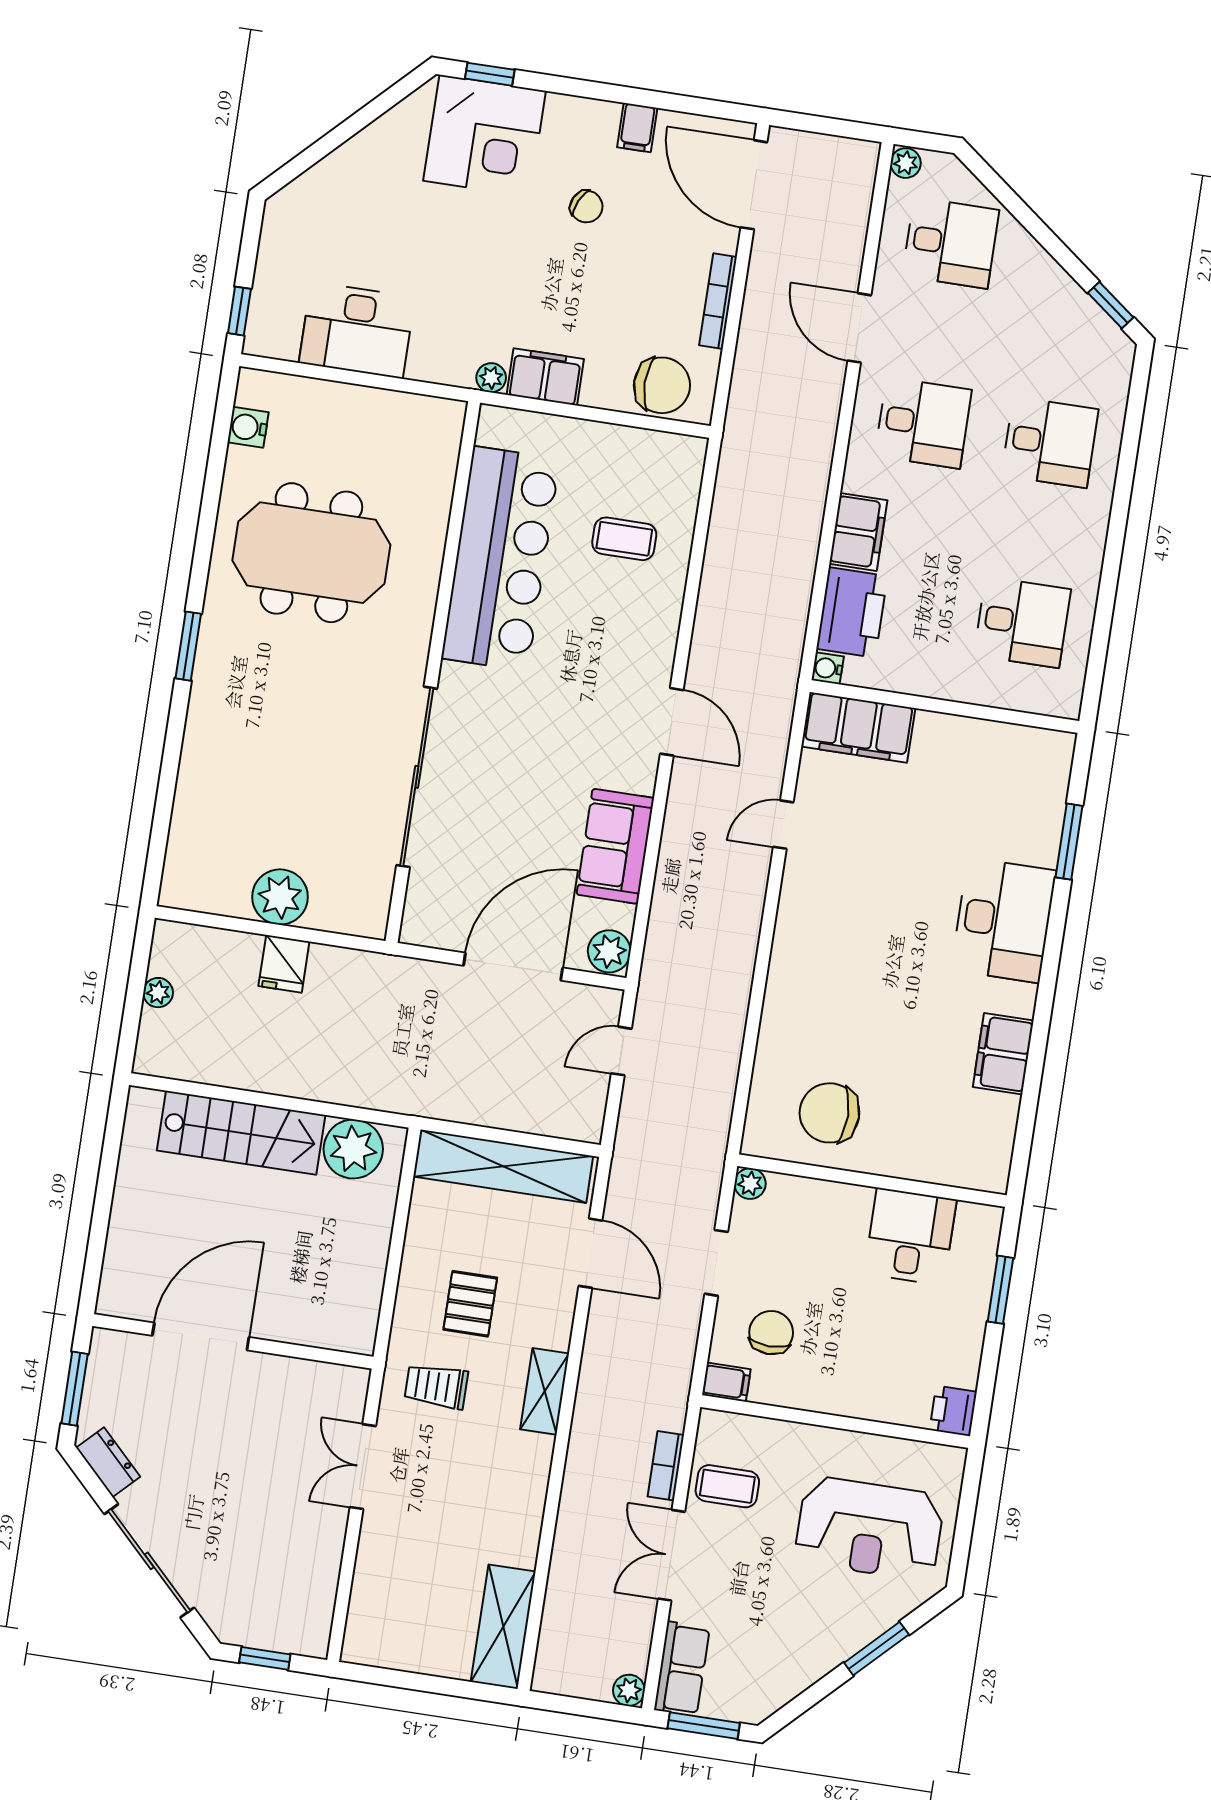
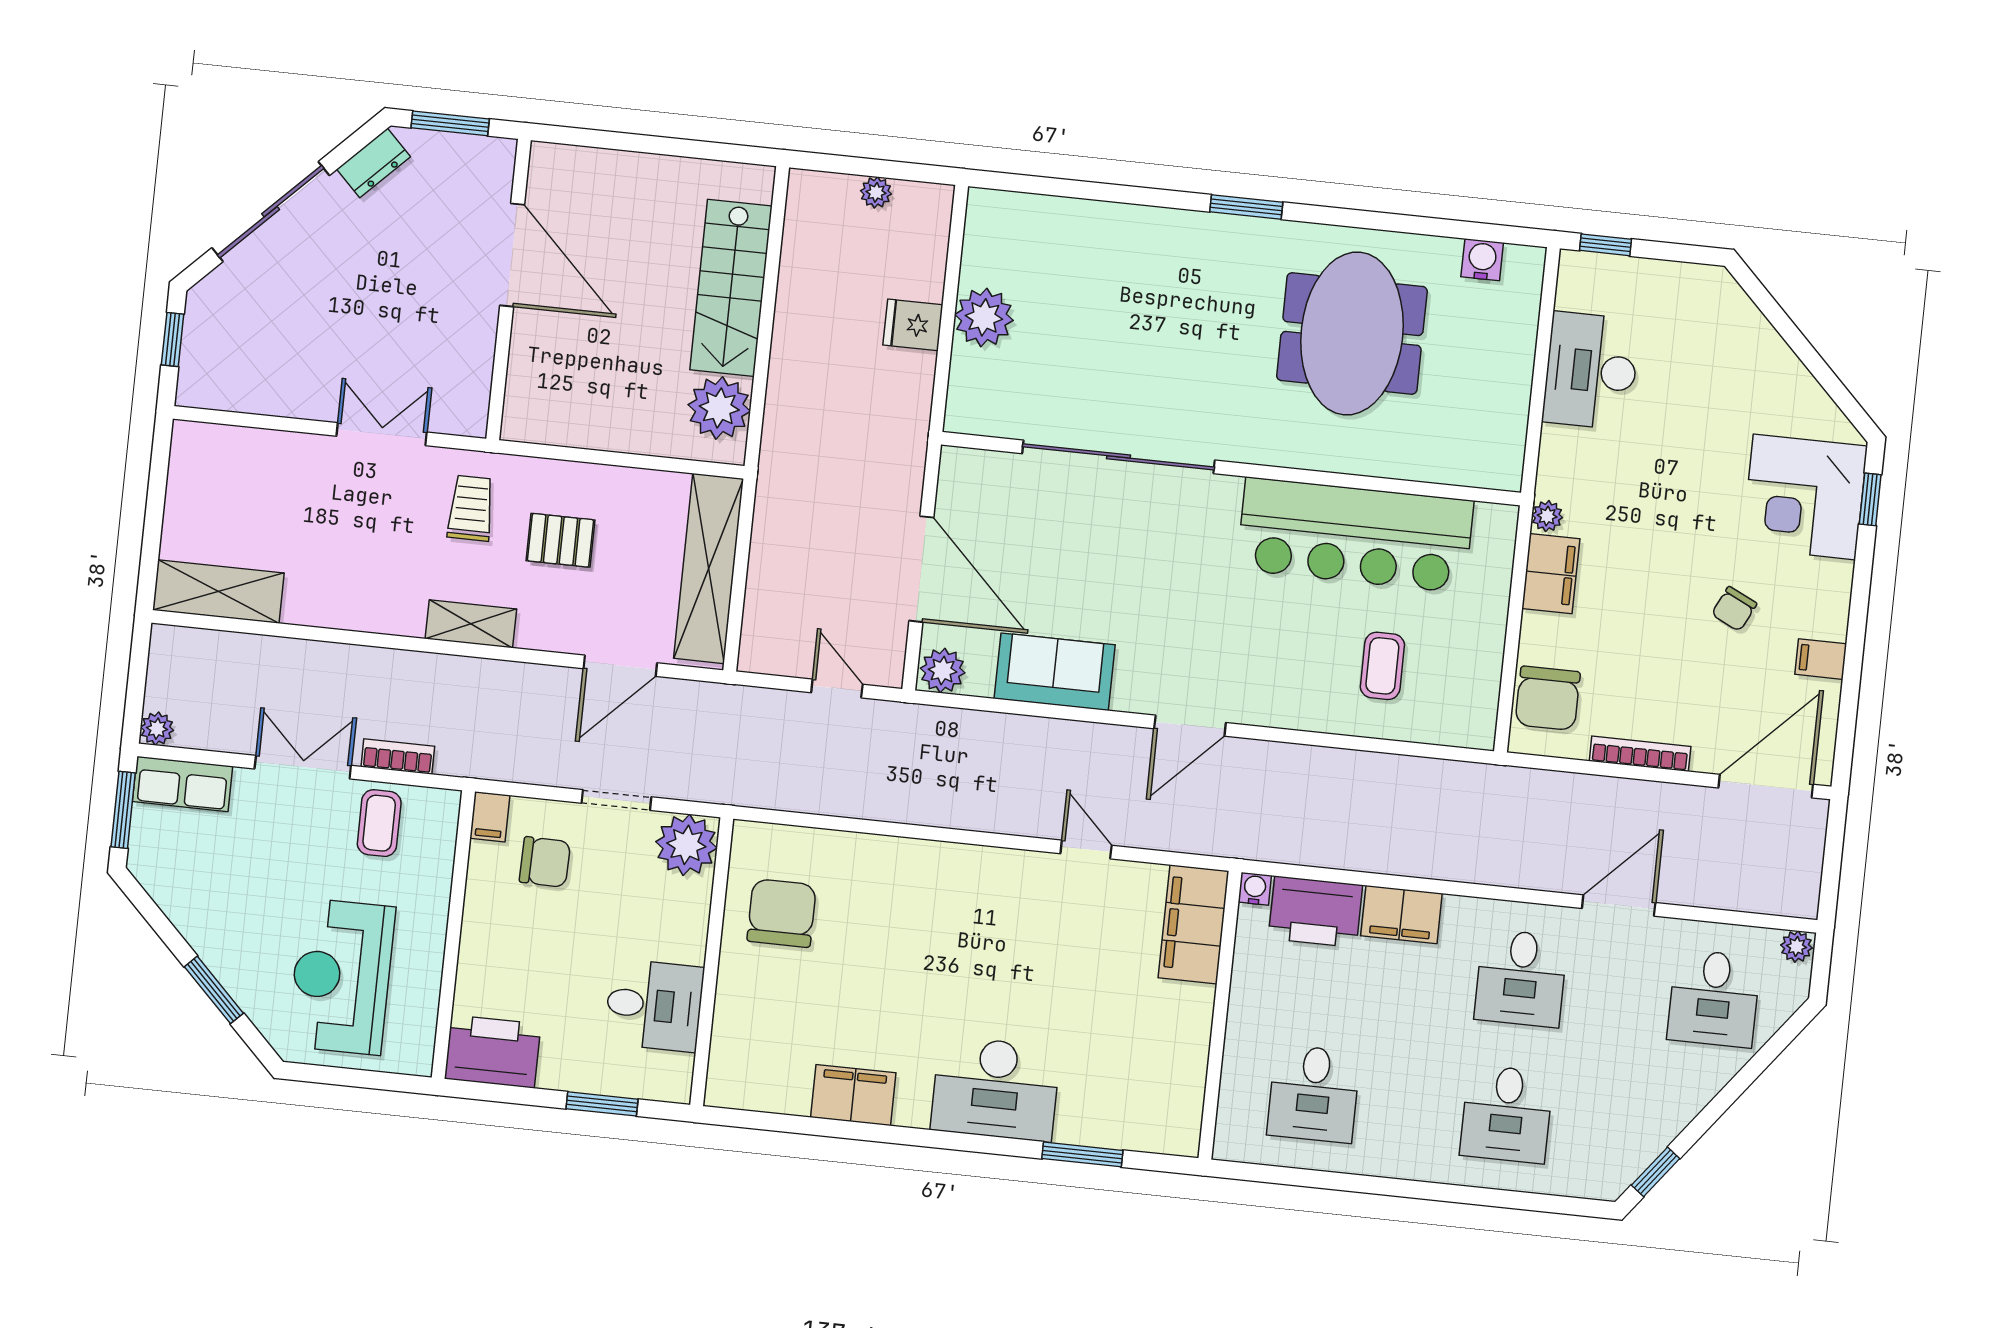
plant: (750, 1184) -> (686, 845), width x1.88, depth x1.88
printer: (953, 1411) -> (493, 1051), width x1.87, depth x1.48

